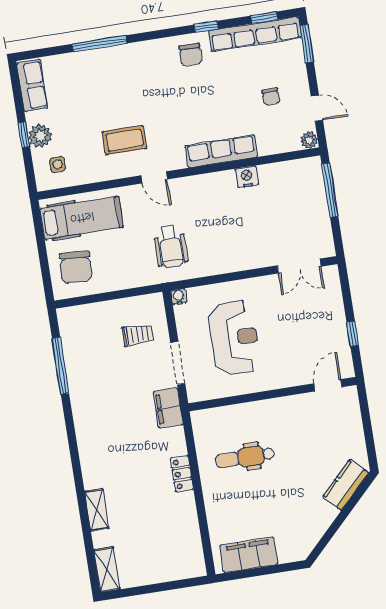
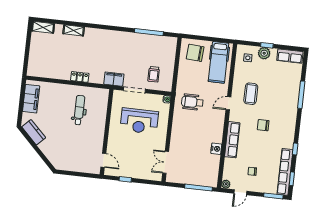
chair: (191, 55) -> (263, 125), moved
kitchen counter: (346, 485) -> (34, 132), moved

